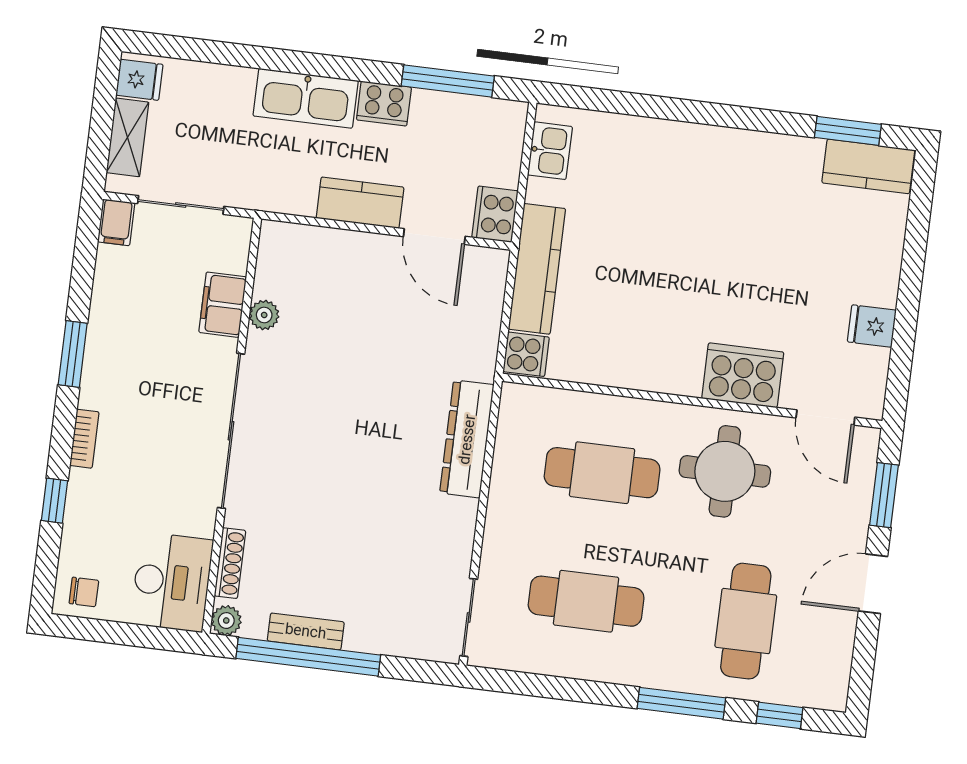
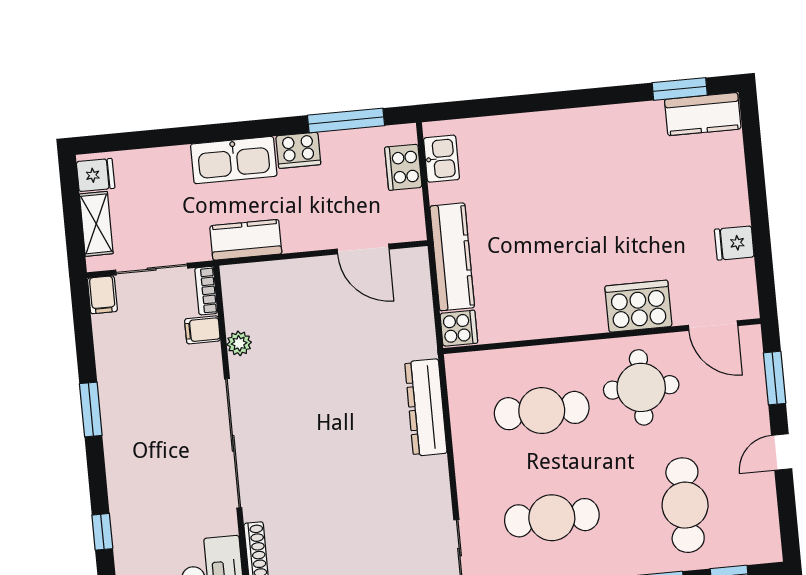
kitchen counter: (360, 203) -> (246, 240), moved
cooker: (495, 214) -> (403, 167), moved
filing cabinet: (223, 305) -> (202, 330), width x0.50
bookcase: (84, 439) -> (206, 291), moved, turned 180
door: (873, 584) -> (782, 452), width x0.73

